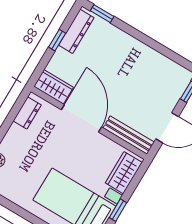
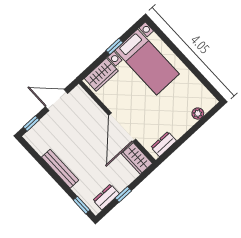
dresser: (76, 31) -> (106, 197), width x0.70
bench: (129, 135) -> (60, 169), moved

